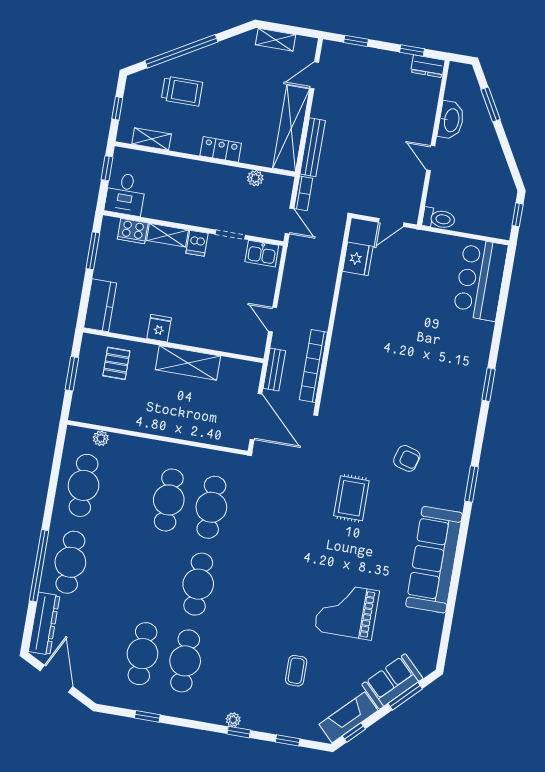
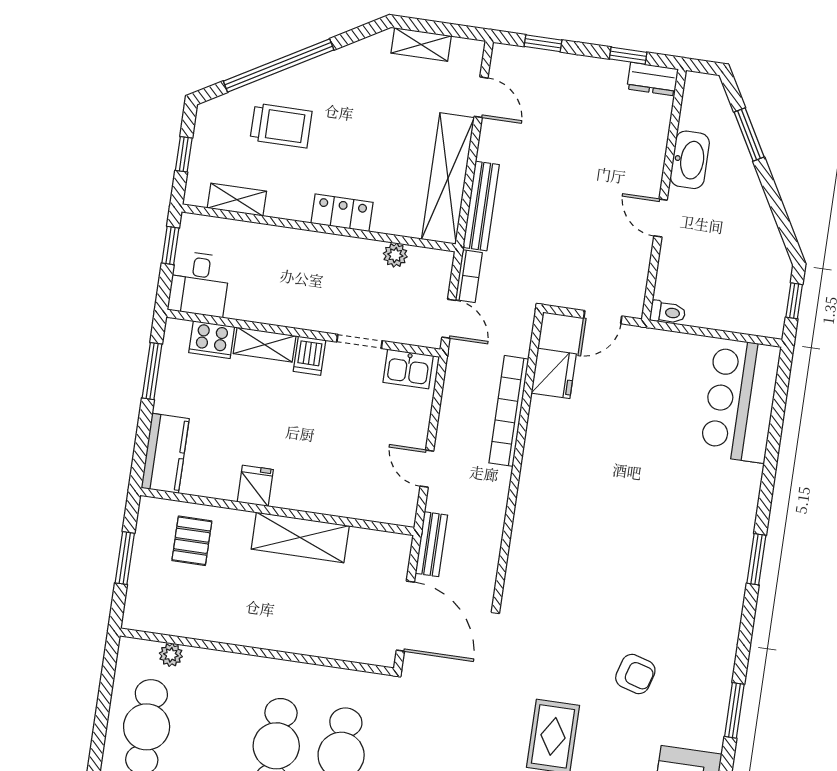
door: (314, 75) -> (481, 97), swing flipped
toilet: (439, 219) -> (668, 312), width x0.73, depth x0.72
bookcase: (313, 366) -> (509, 411), moved

